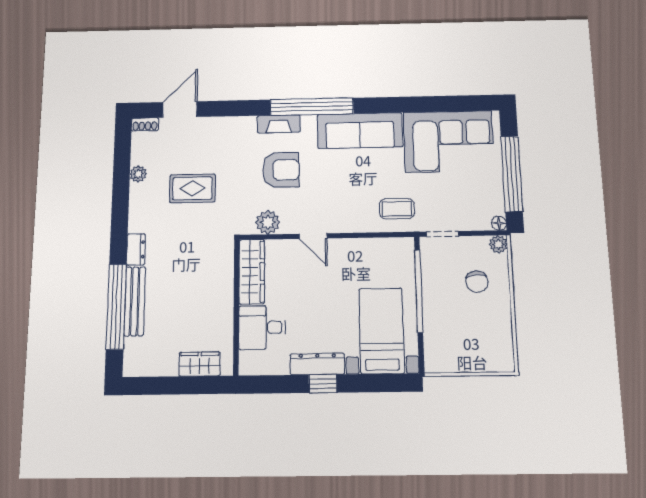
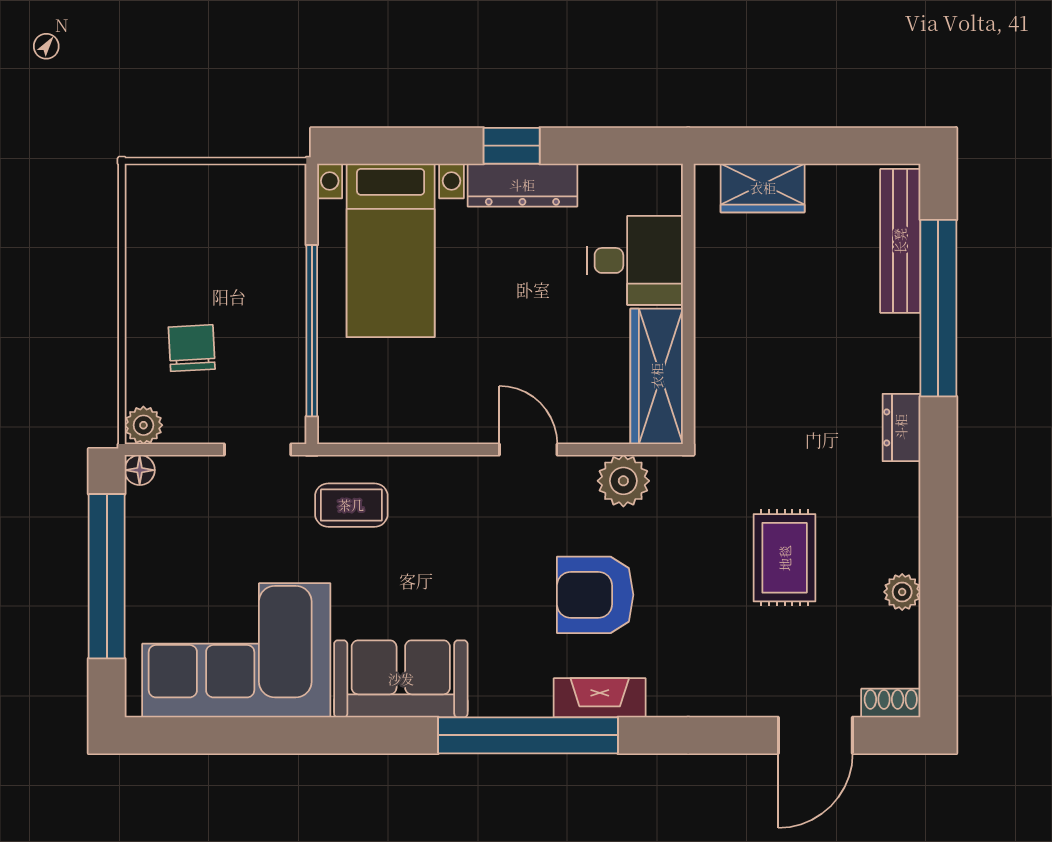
sofa: (360, 131) -> (401, 679), width x0.73
rug: (192, 188) -> (785, 558), turned 90
bench: (135, 301) -> (900, 241), moved

